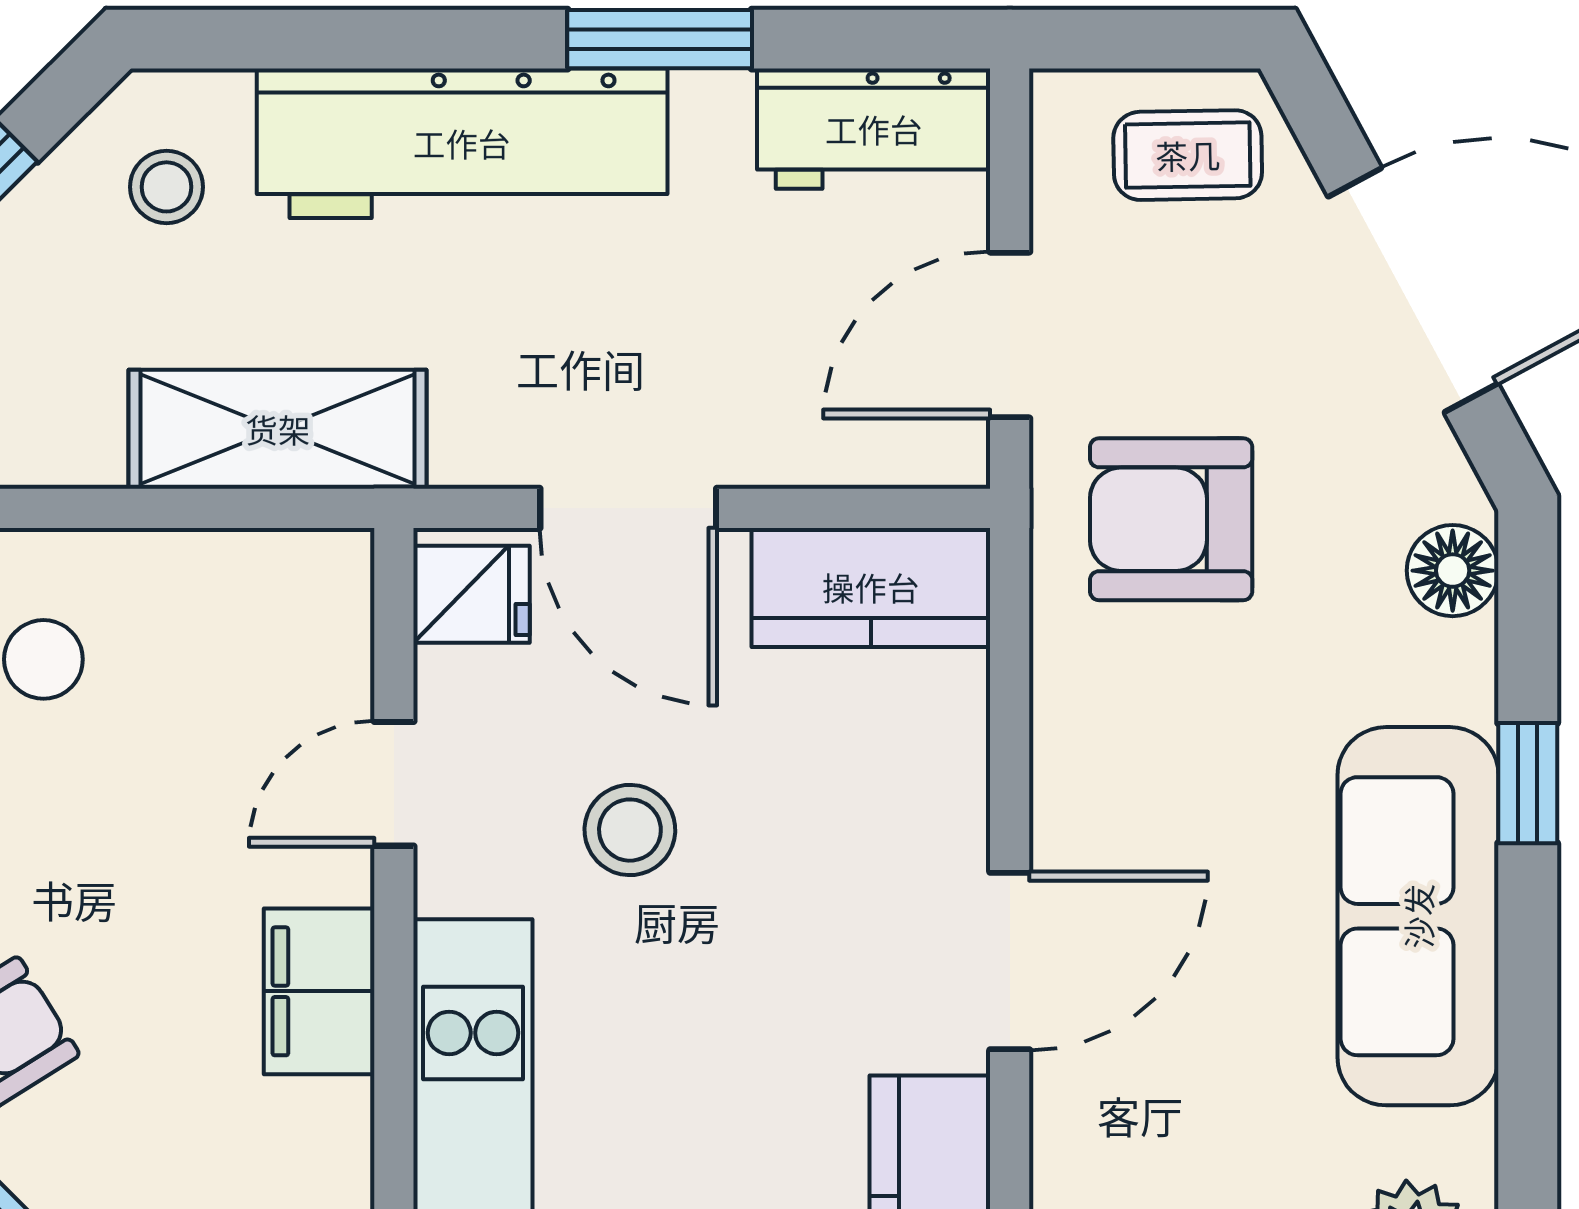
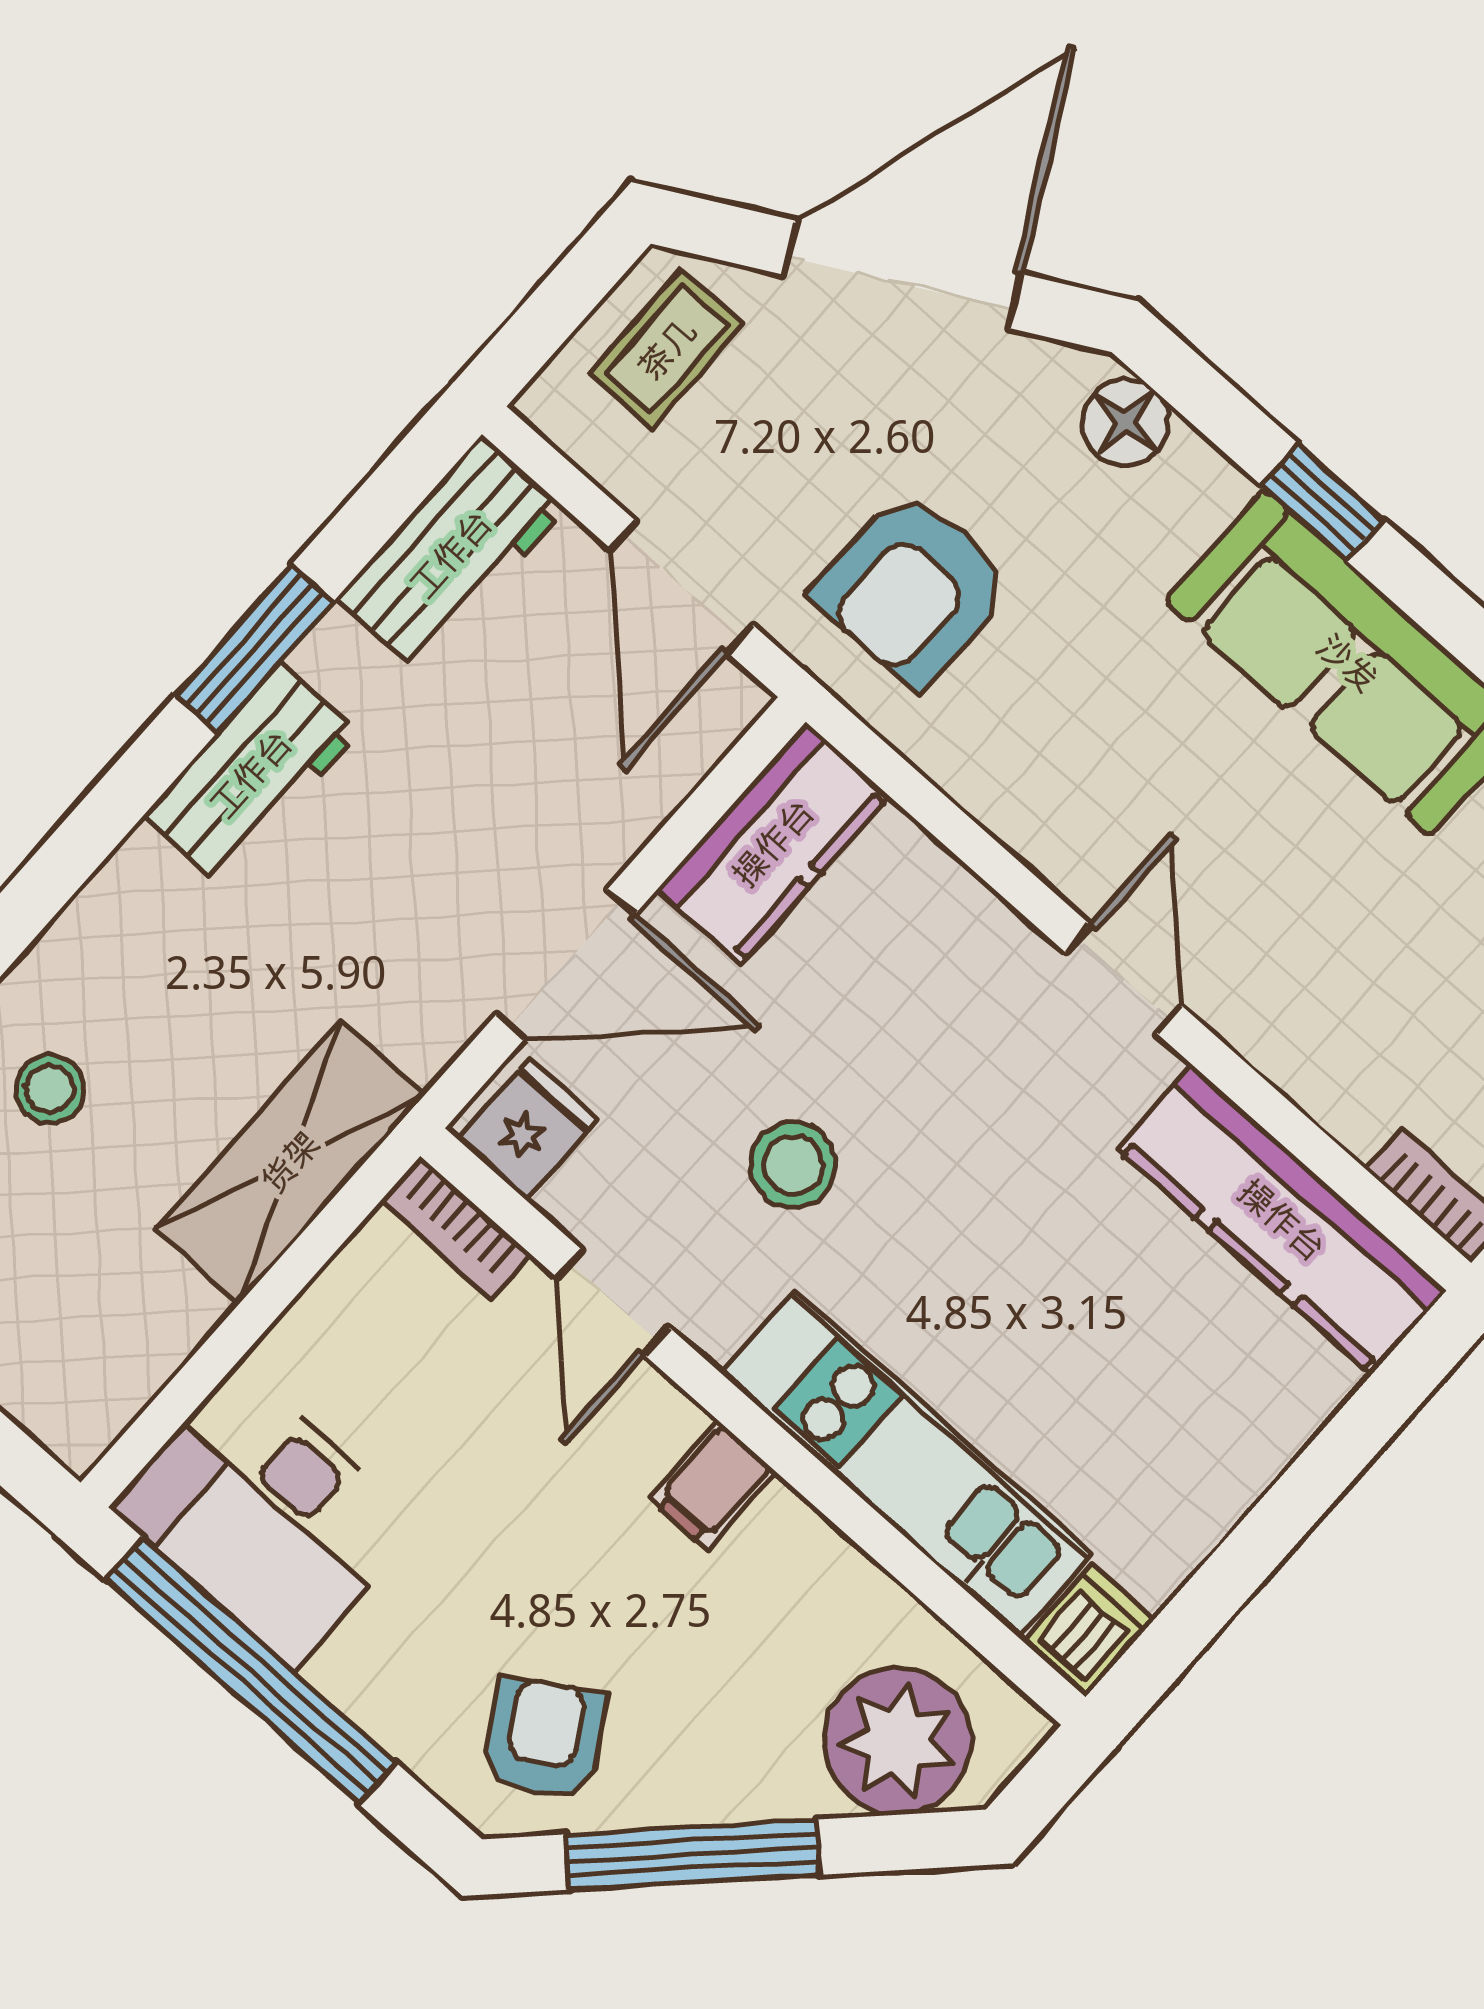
workbench: (462, 143) -> (251, 774), width x0.53, depth x0.76
bookcase: (343, 606) -> (456, 1227), added
door: (1010, 961) -> (1124, 979), width x0.73
filing cabinet: (319, 991) -> (713, 1485), width x0.50

